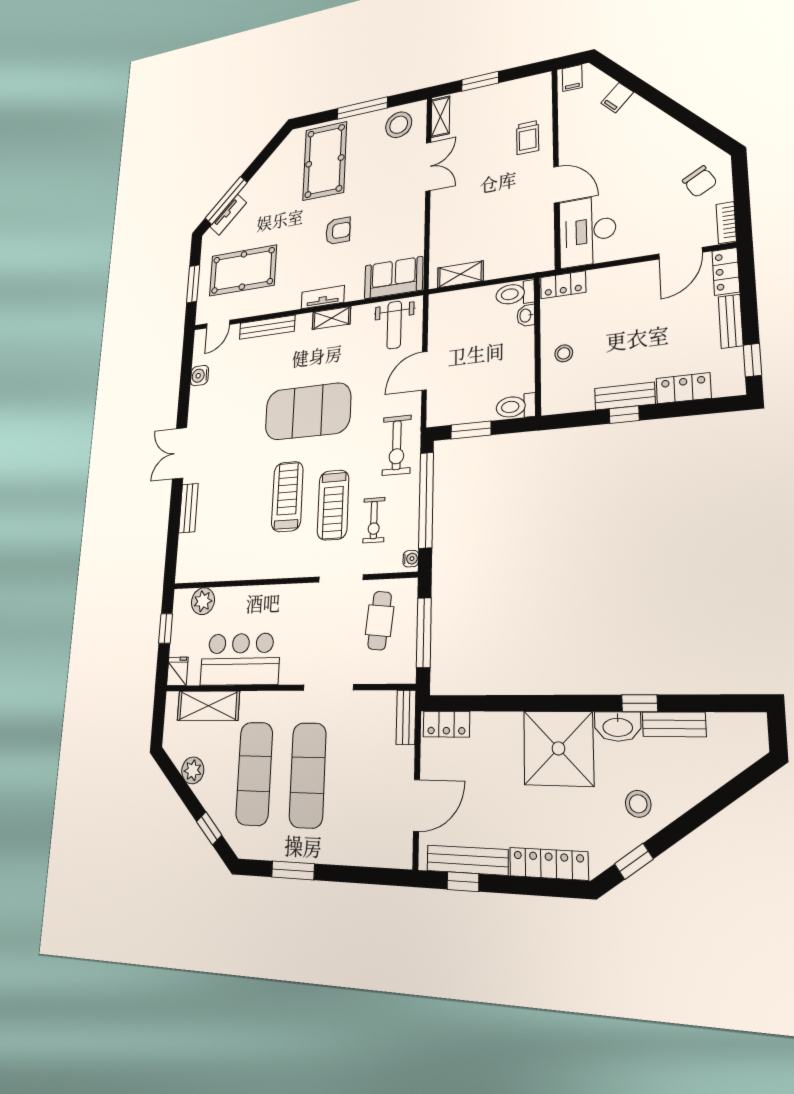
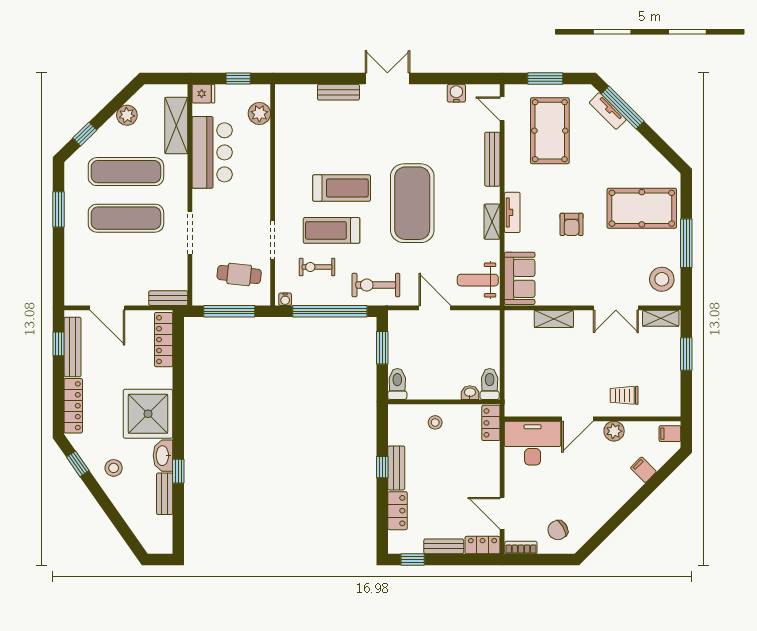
plant: (570, 140) -> (614, 431), added
shelving: (460, 274) -> (554, 319), moved, turned 90
locker: (446, 724) -> (164, 340), width x1.53

